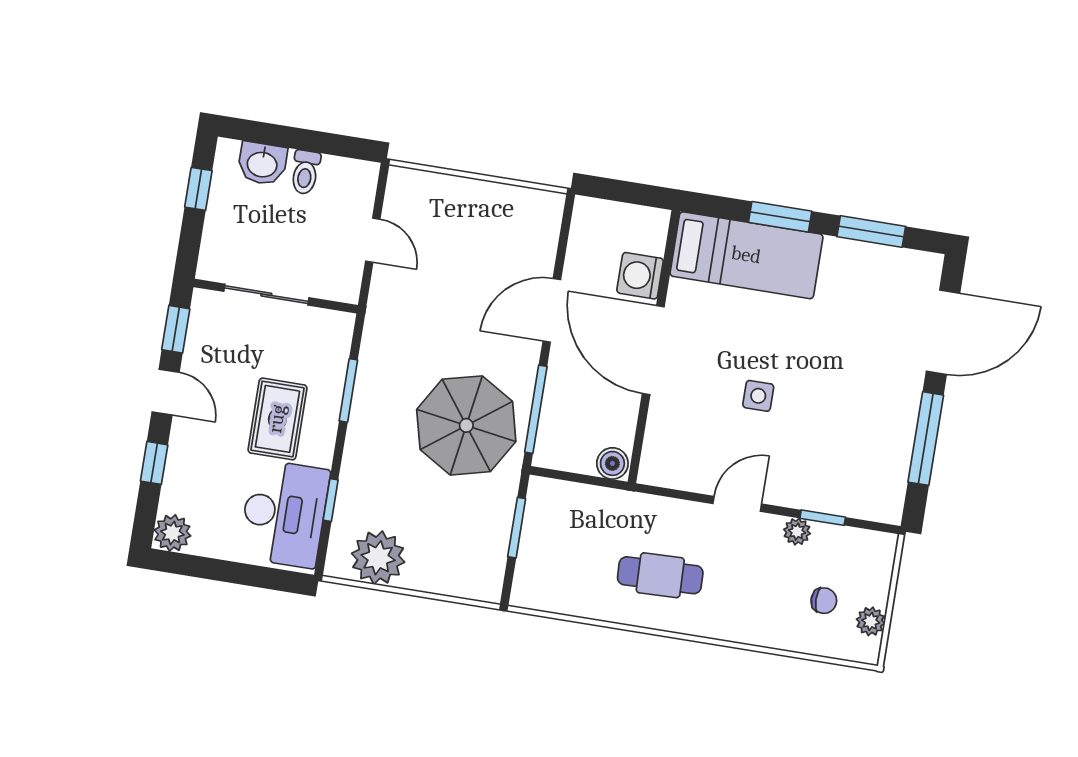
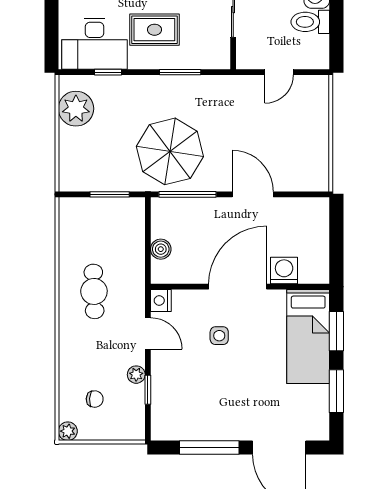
toilet: (305, 172) -> (310, 22), width x1.37, depth x1.39
bed: (746, 255) -> (308, 337), moved
washing machine: (640, 276) -> (284, 270), moved
wall: (654, 347) -> (240, 287), moved
door: (653, 350) -> (238, 287), moved
nightstand: (690, 476) -> (161, 301), added
chair: (824, 601) -> (95, 399), turned -86
plant: (871, 621) -> (68, 431), moved

